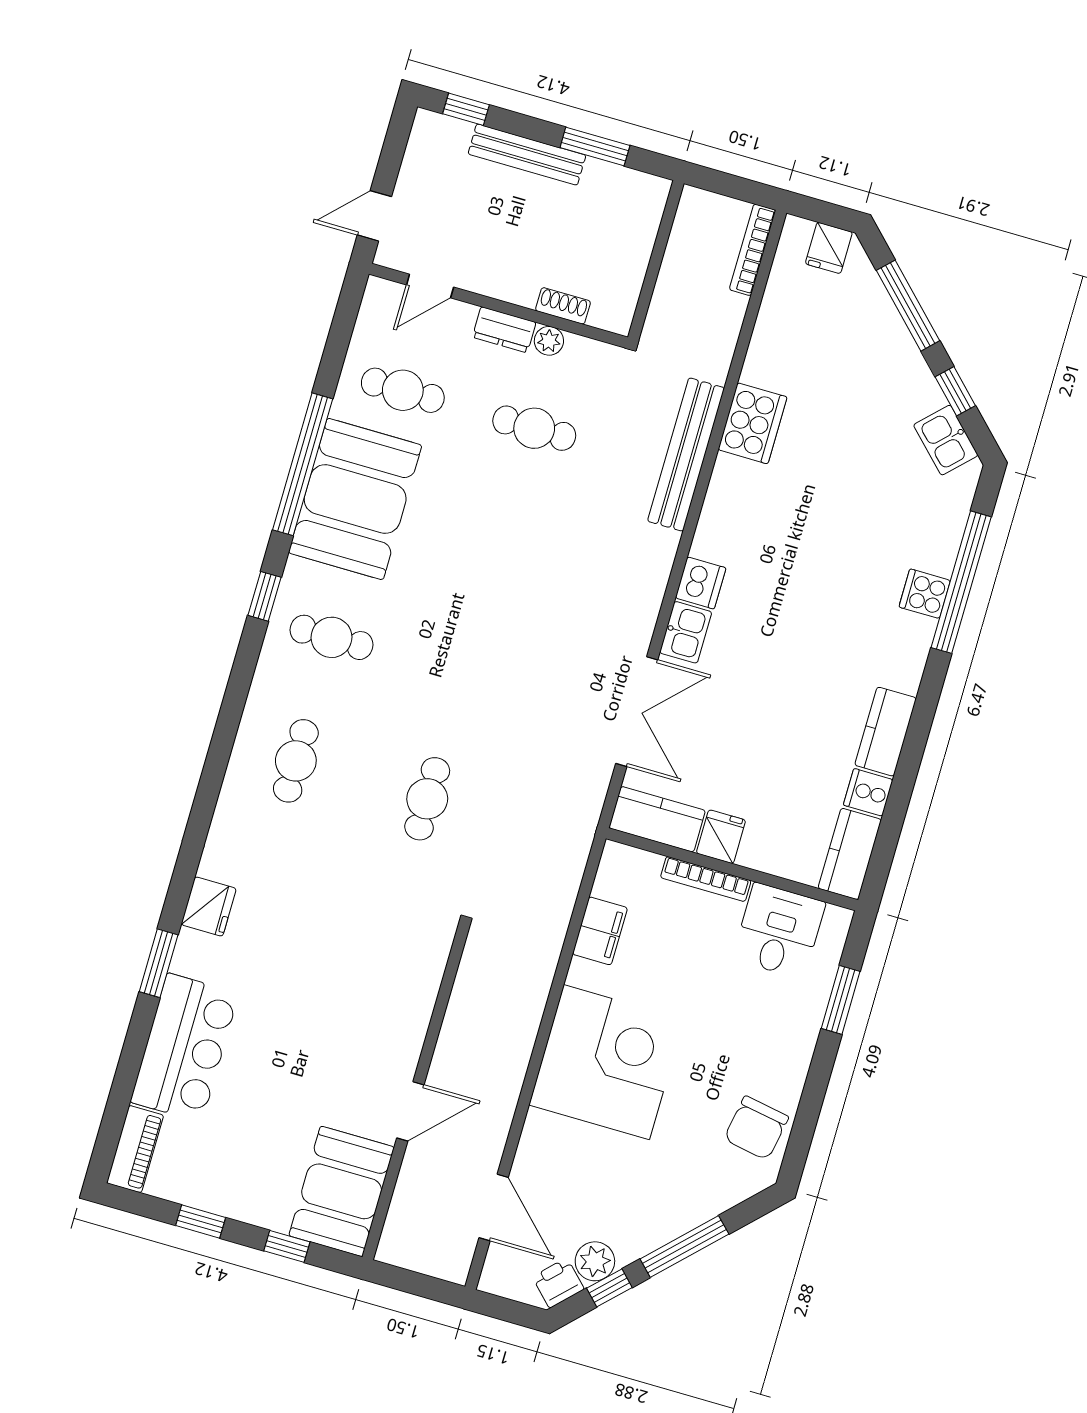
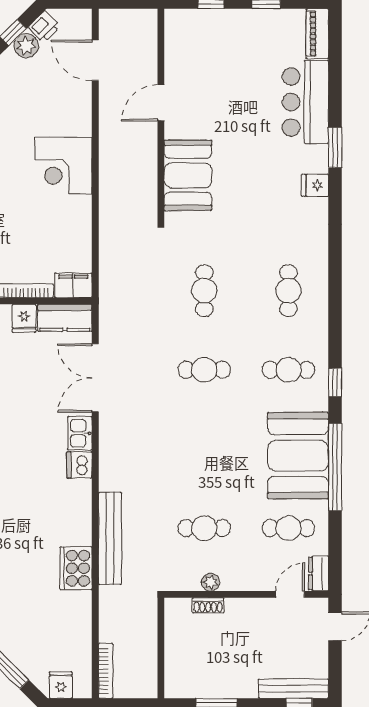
bench: (527, 155) -> (293, 689), moved
dresser: (504, 330) -> (319, 573), moved, turned -90
cafe table: (463, 675) -> (204, 370), added
fridge: (209, 907) -> (315, 185), width x0.72
filing cabinet: (600, 931) -> (73, 285), moved, turned 90
corner desk: (607, 1062) -> (64, 165), width x0.74, depth x0.74
booth: (342, 1191) -> (188, 175), moved

